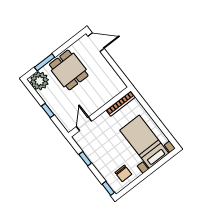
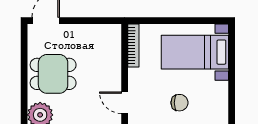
window: (45, 62) -> (24, 94), removed
chair: (123, 173) -> (180, 103), moved

